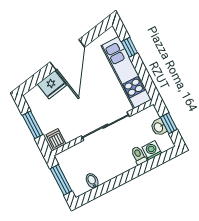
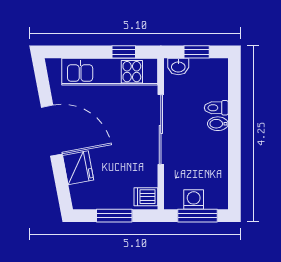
window: (129, 47) -> (124, 52), moved
washbasin: (159, 127) -> (178, 67), moved
washing machine: (152, 150) -> (194, 200), moved, turned 90
bidet: (92, 181) -> (218, 124), moved

